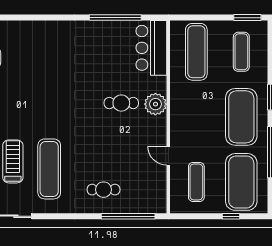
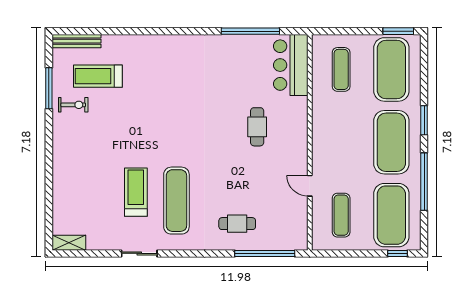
exercise mat: (196, 52) -> (341, 69), width x0.73, depth x0.69
exercise mat: (241, 52) -> (391, 69), width x2.00, depth x1.45
cafe table: (121, 103) -> (257, 127), turned 90
plant: (155, 104) -> (295, 128), removed
window: (231, 216) -> (398, 253), moved

